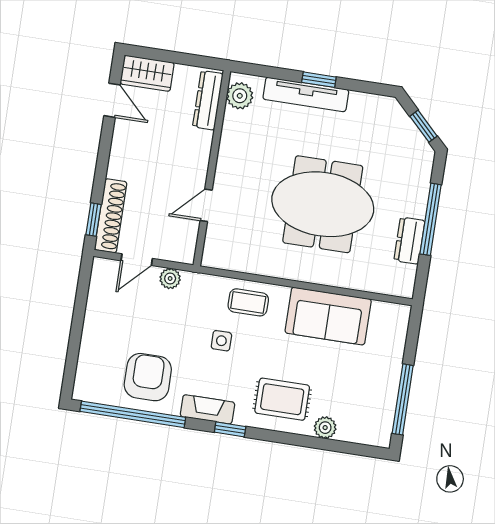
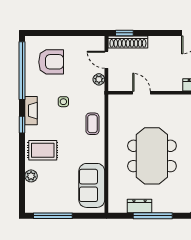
sofa: (328, 316) -> (92, 185), moved
side table: (221, 341) -> (63, 102), moved
armchair: (148, 377) -> (51, 62), moved
rug: (282, 399) -> (43, 150), turned 90

